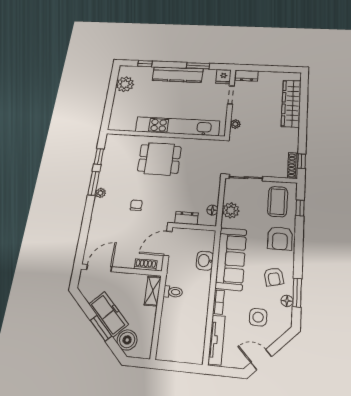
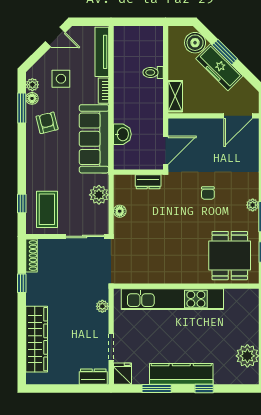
window: (145, 64) -> (204, 388), moved
dining table: (159, 159) -> (230, 256), moved, turned 90
window: (302, 161) -> (22, 283), moved
floor lamp: (212, 210) -> (120, 211), moved
armchair: (280, 238) -> (42, 166), removed
shoe rack: (146, 265) -> (187, 124), removed
toilet: (173, 292) -> (153, 72), moved
plant: (286, 314) -> (32, 85), added

